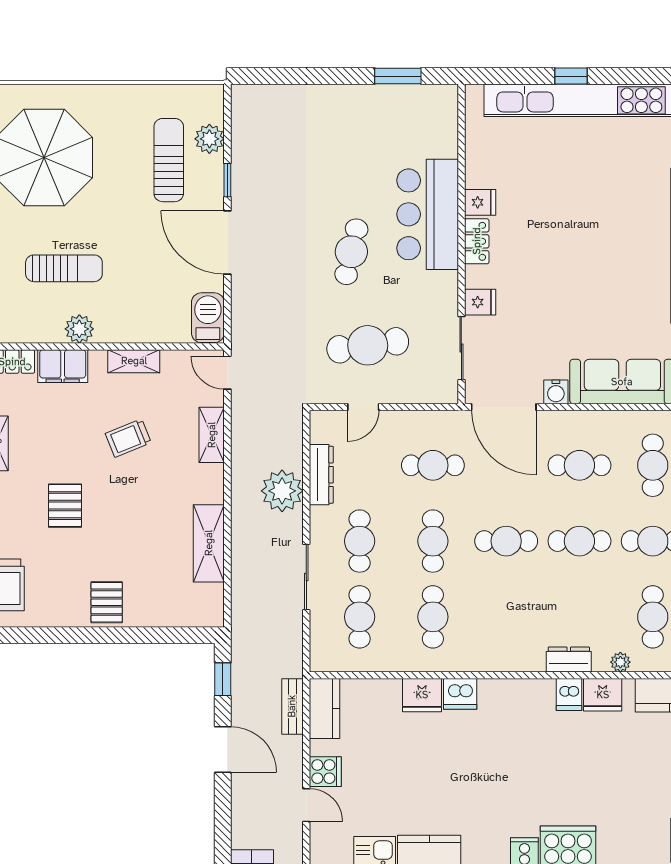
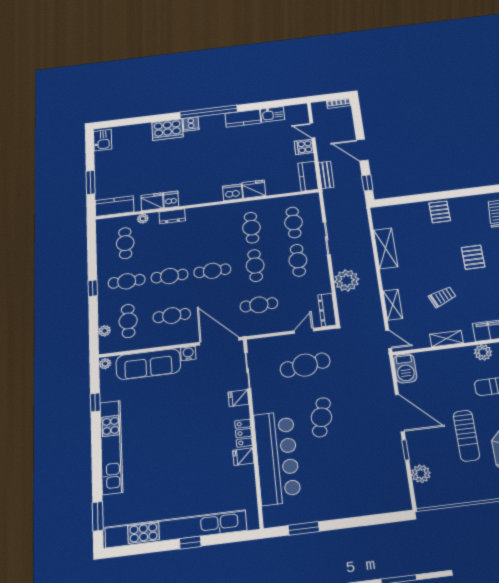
sun lounger: (169, 160) -> (466, 436), moved
bar counter: (428, 214) -> (277, 457), width x1.36
dresser: (321, 475) -> (327, 310), moved

